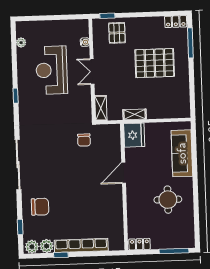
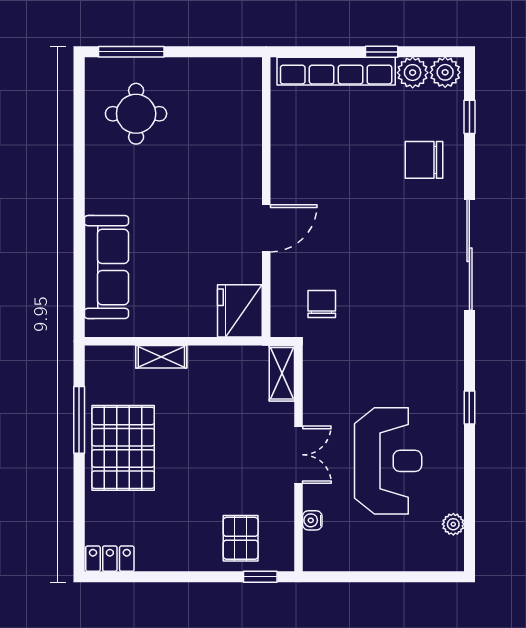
window: (190, 43) -> (79, 420), moved
pallet: (155, 63) -> (123, 448), moved, turned 90
shelving: (135, 114) -> (161, 357), moved
fridge: (134, 135) -> (240, 311), moved
door: (124, 173) -> (266, 228), moved
wall: (124, 187) -> (266, 197), moved
round table: (168, 200) -> (136, 114), moved
locker: (140, 244) -> (207, 70), removed

